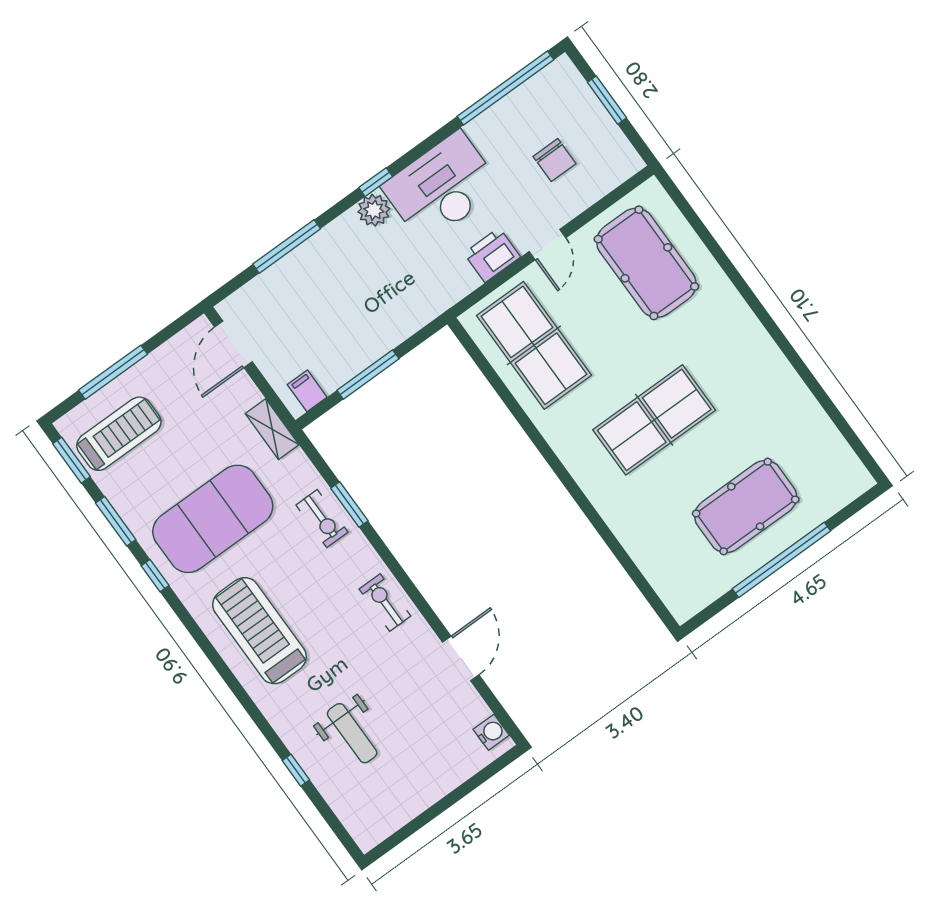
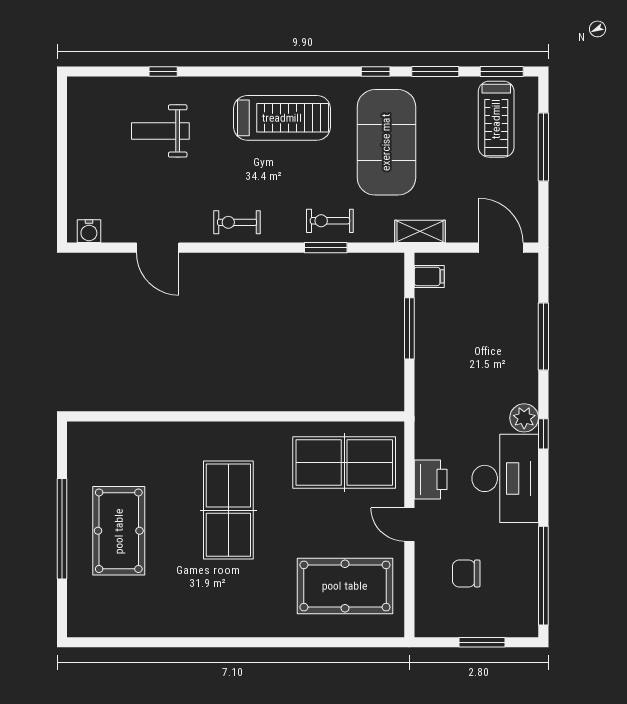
exercise bike: (385, 603) -> (237, 222), turned 180

